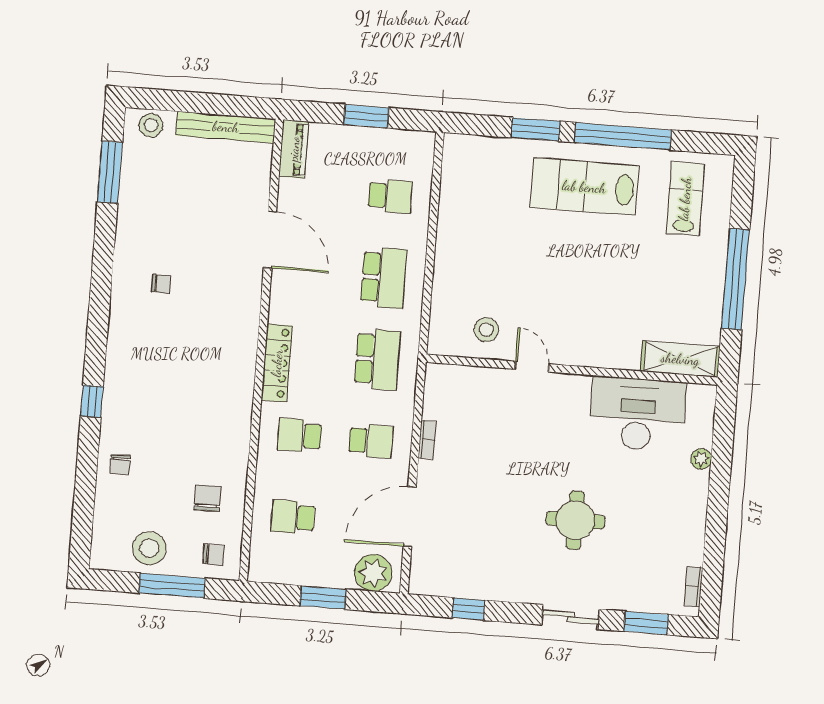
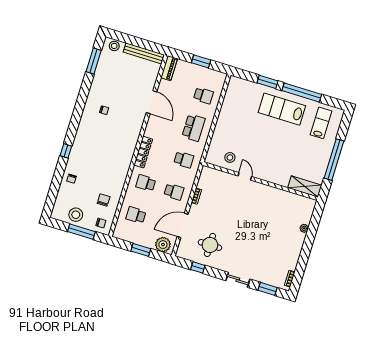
school desk: (377, 359) -> (184, 160), width x0.54
desk: (637, 414) -> (283, 205), removed
round table: (575, 520) -> (210, 245), moved

